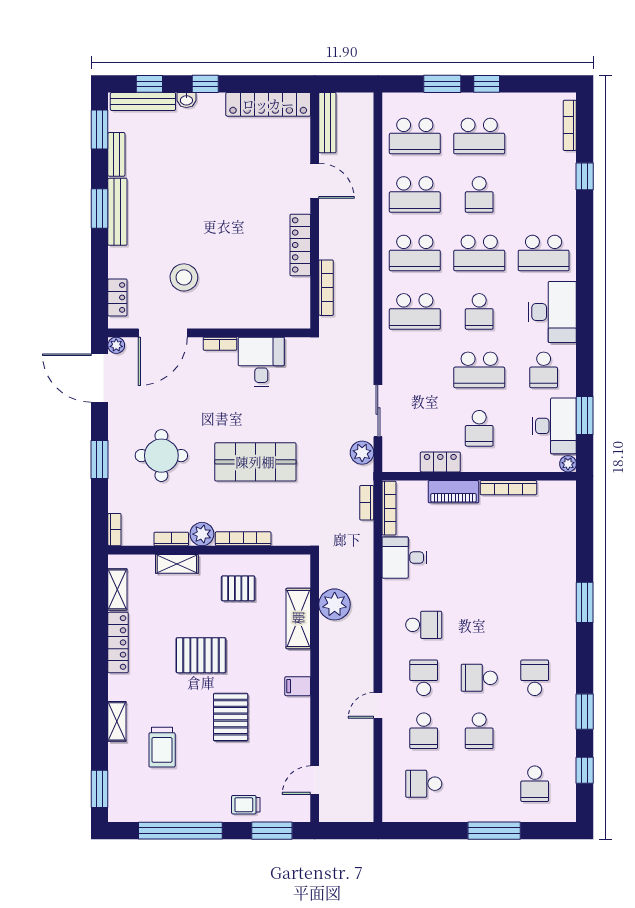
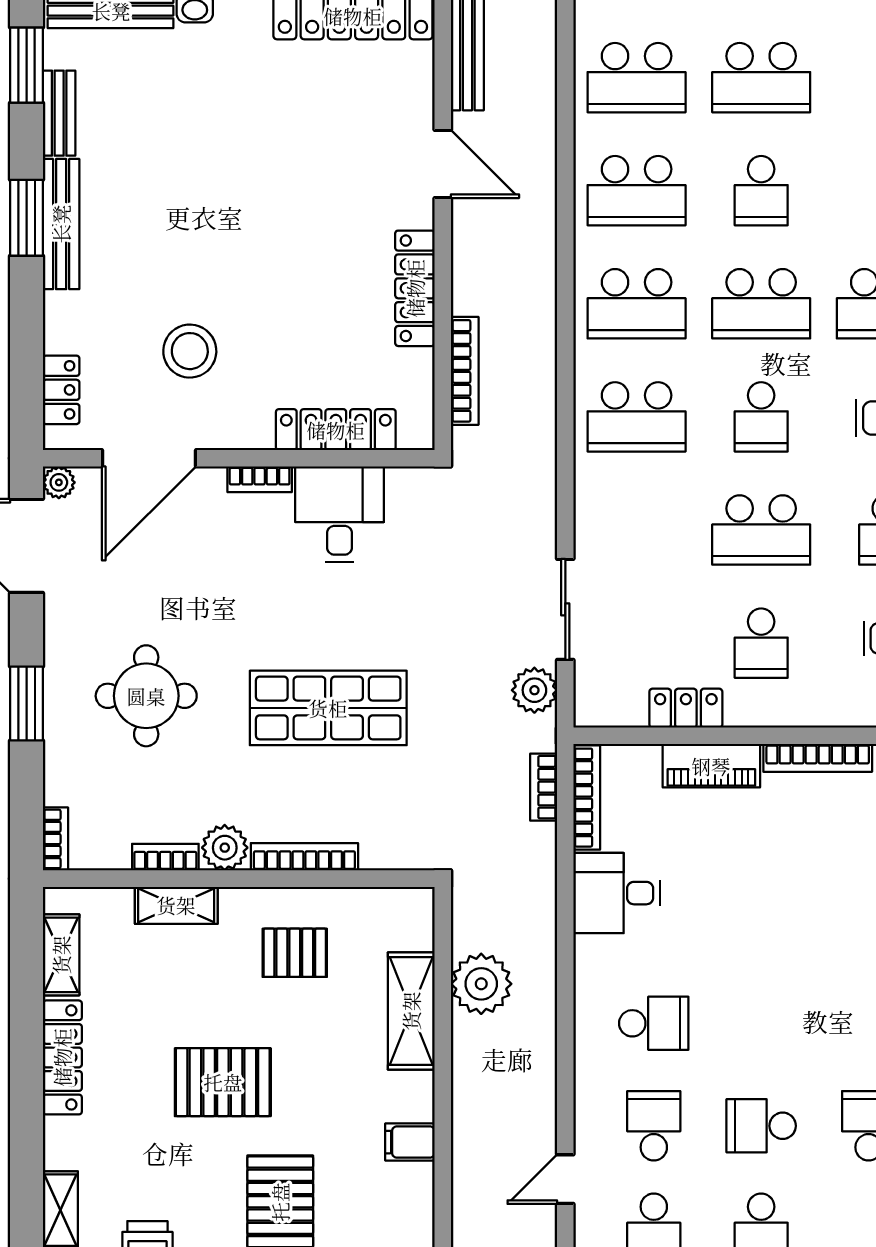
locker: (259, 318) -> (336, 430), added

